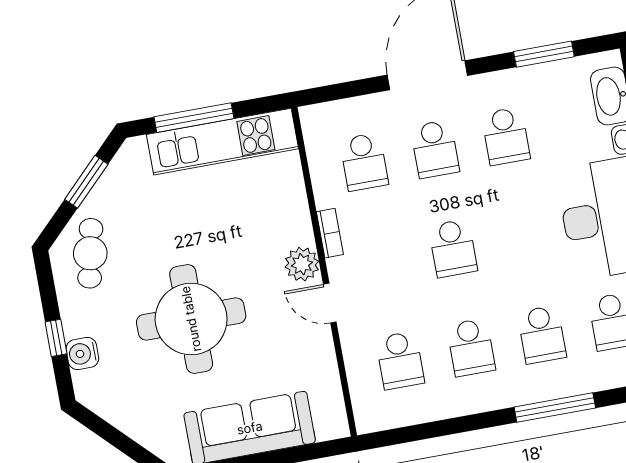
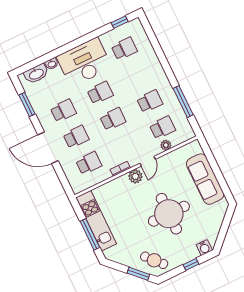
window: (86, 182) -> (138, 274), moved
cafe table: (90, 253) -> (154, 260), turned 36
school desk: (542, 335) -> (100, 93), moved
water cooler: (82, 354) -> (204, 248), moved
plant: (356, 357) -> (166, 145), added
window: (555, 407) -> (183, 102), moved

